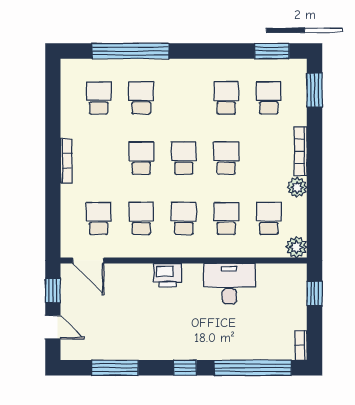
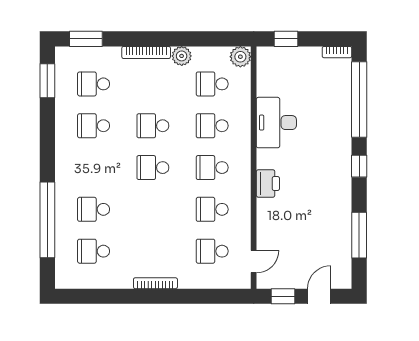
school desk: (141, 158) -> (153, 209), removed
door: (88, 261) -> (254, 262), width x0.73

